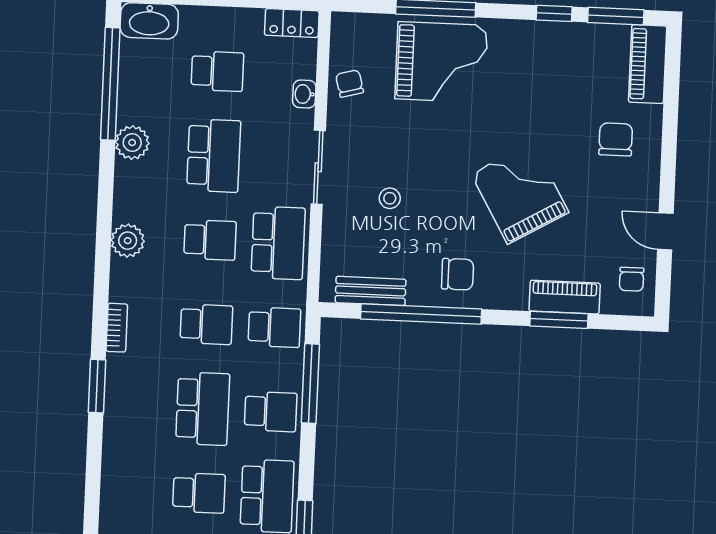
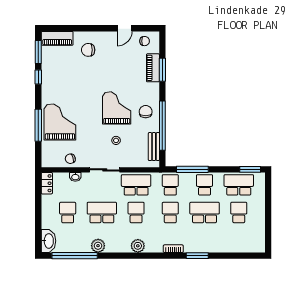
grand piano: (520, 193) -> (117, 108), moved, turned 120

